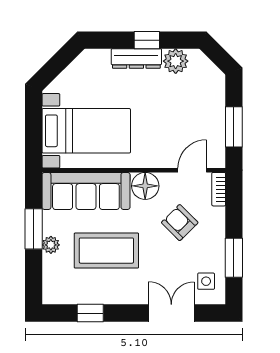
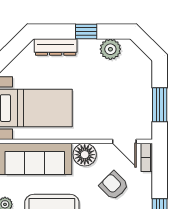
dresser: (136, 58) -> (56, 47), moved
door: (192, 170) -> (124, 141), swing flipped

